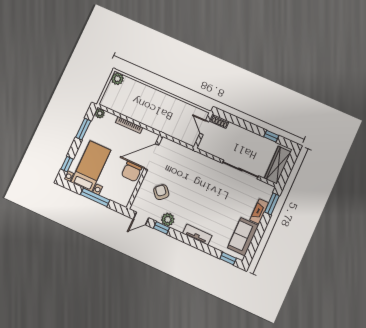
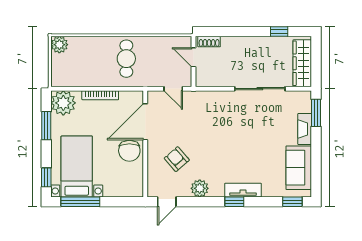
cafe table: (158, 108) -> (126, 59), added
plant: (100, 113) -> (63, 103), width x1.88, depth x1.88
door: (181, 143) -> (173, 89), added
window: (95, 197) -> (80, 202), moved
window: (162, 228) -> (234, 202), moved

